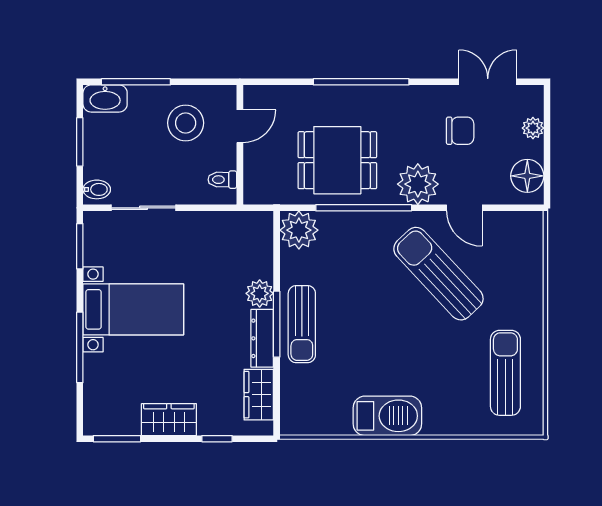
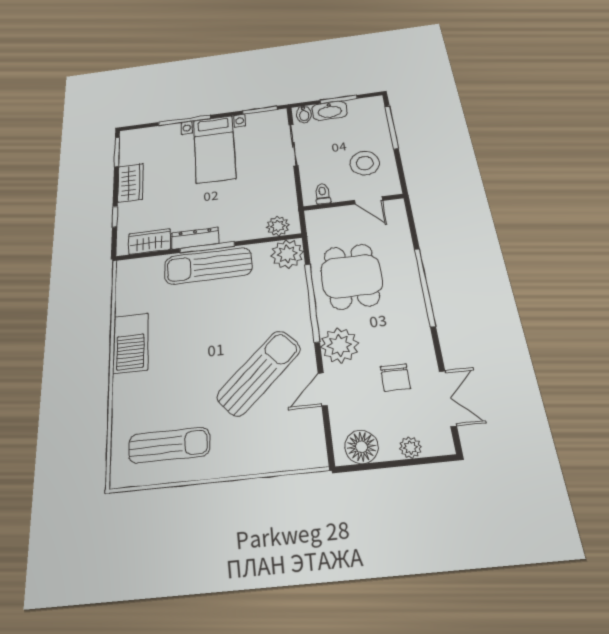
washbasin: (105, 98) -> (330, 111), moved, turned -90
plant: (260, 293) -> (278, 226), moved
sun lounger: (302, 324) -> (208, 266), width x1.36, depth x1.34

